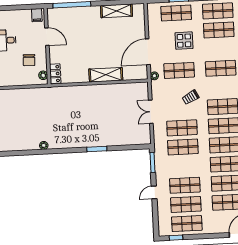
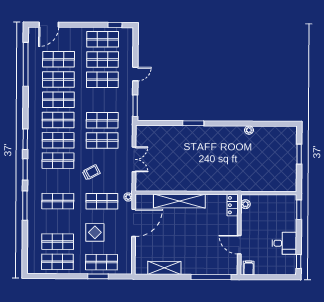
chair: (29, 60) -> (259, 221), removed
shelving: (106, 75) -> (179, 201), width x1.47

